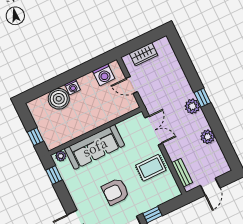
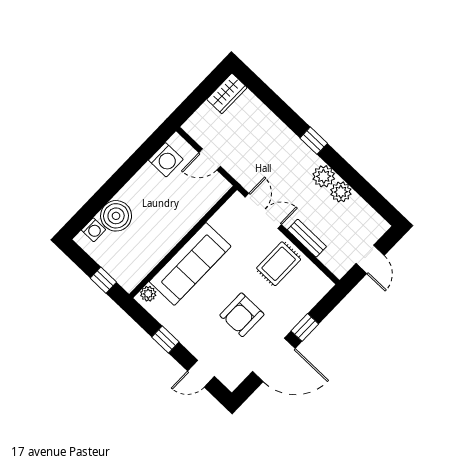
wardrobe: (144, 54) -> (227, 93), moved
washing machine: (73, 87) -> (93, 230), moved
plant: (192, 106) -> (324, 176), moved
bench: (182, 173) -> (307, 238), moved
window: (54, 175) -> (165, 340), moved

